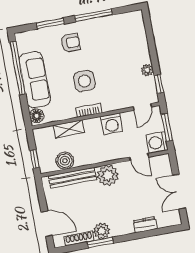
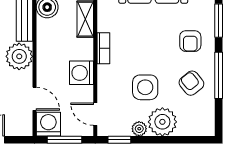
armchair: (104, 36) -> (191, 83), added
plant: (138, 53) -> (162, 122), added
side table: (84, 81) -> (145, 87), moved
door: (139, 157) -> (34, 99), swing flipped

